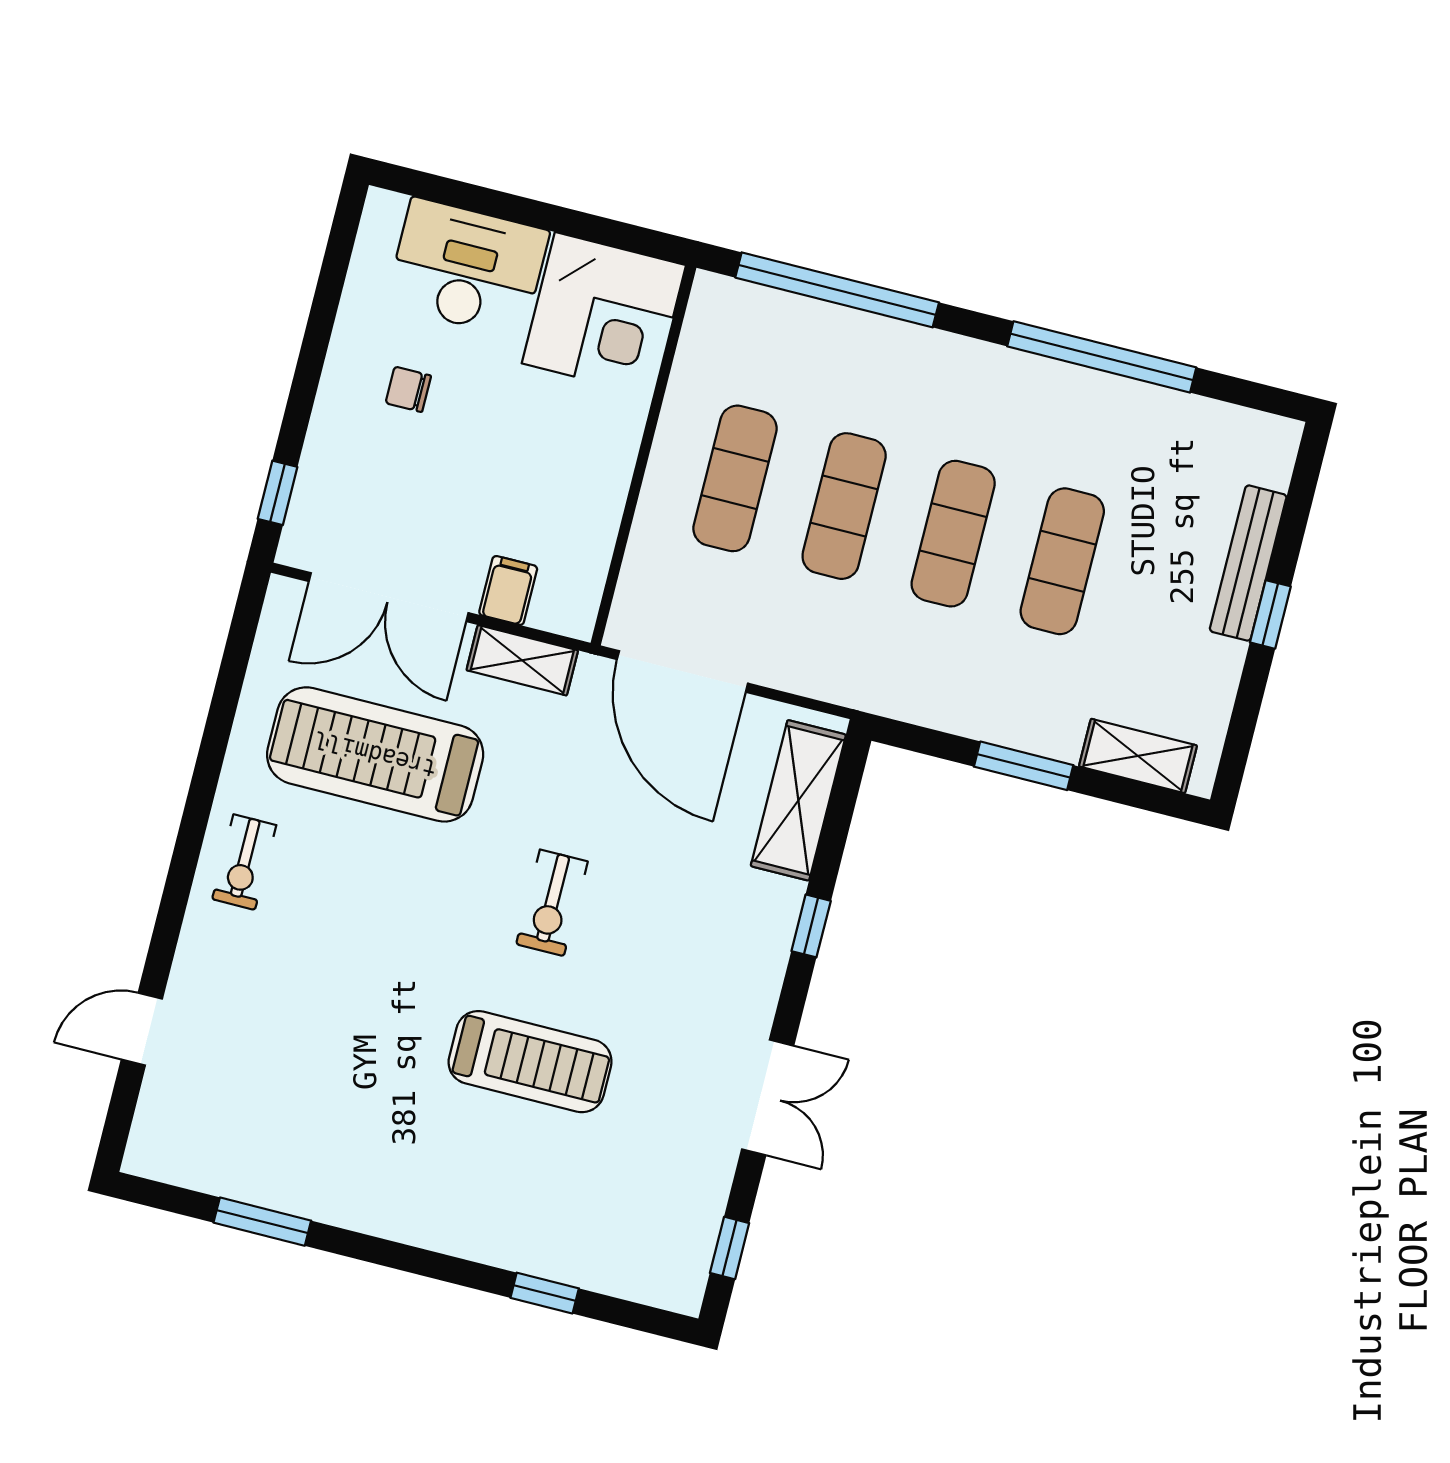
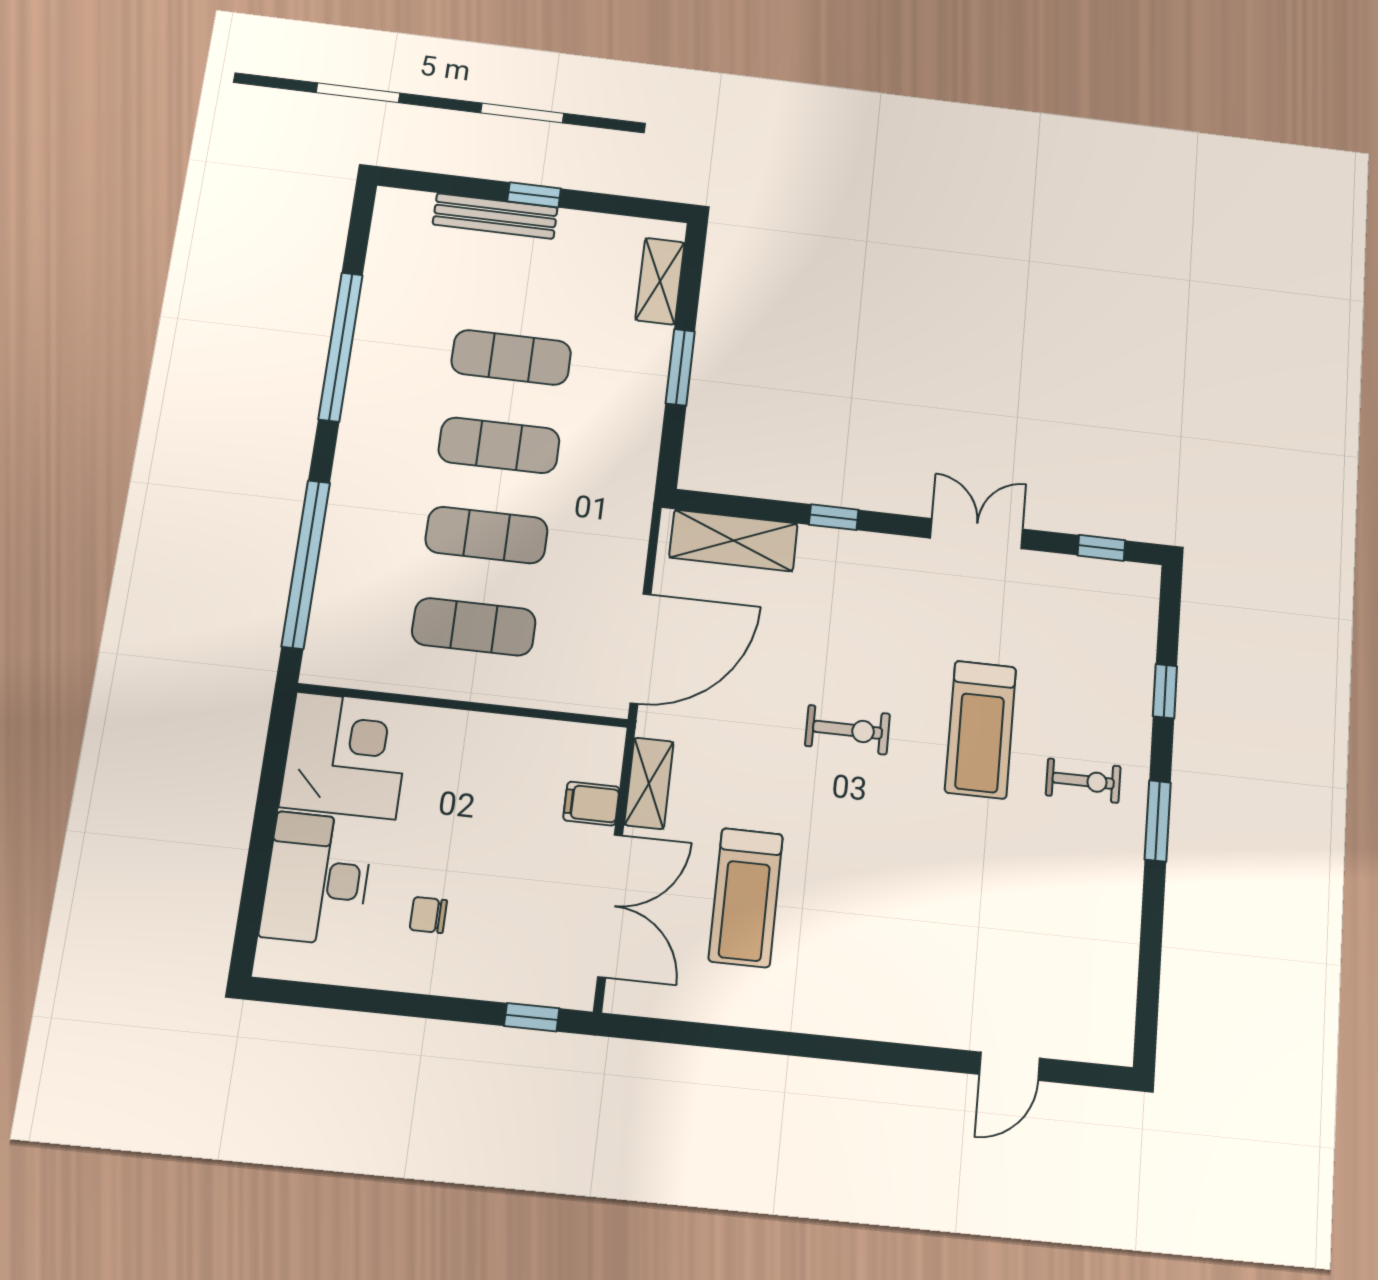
chair: (408, 389) -> (428, 915), turned 90
treadmill: (375, 754) -> (746, 897), width x0.73, depth x0.73
exercise bike: (244, 862) -> (1083, 781), moved
door: (142, 1029) -> (1009, 1066), hinge flipped
treadmill: (530, 1062) -> (981, 730), turned 180
window: (262, 1222) -> (1158, 821), moved

